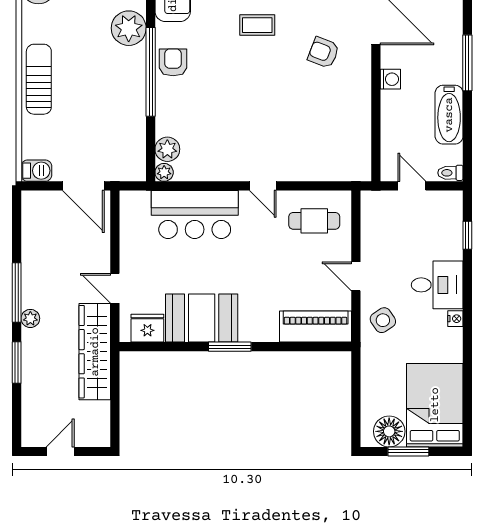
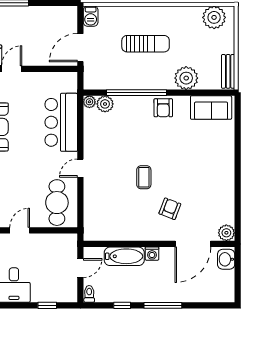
coffee table: (257, 25) -> (144, 177), moved
armchair: (173, 62) -> (163, 108), turned 90
window: (151, 72) -> (137, 93), moved
sun lounger: (39, 79) -> (146, 44), moved
bathtub: (449, 115) -> (124, 256), moved, turned 180
window: (467, 124) -> (122, 305), added
cafe table: (314, 221) -> (57, 203), width x1.37, depth x1.35

